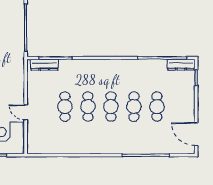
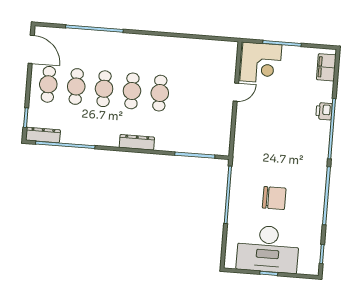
dresser: (44, 65) -> (137, 142), moved
cafe table: (65, 107) -> (48, 84), moved
door: (26, 112) -> (236, 92), hinge flipped

